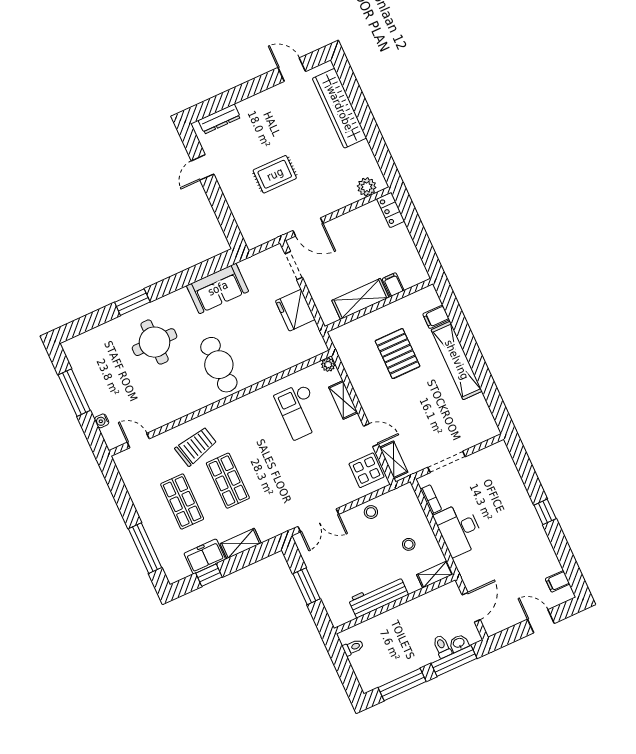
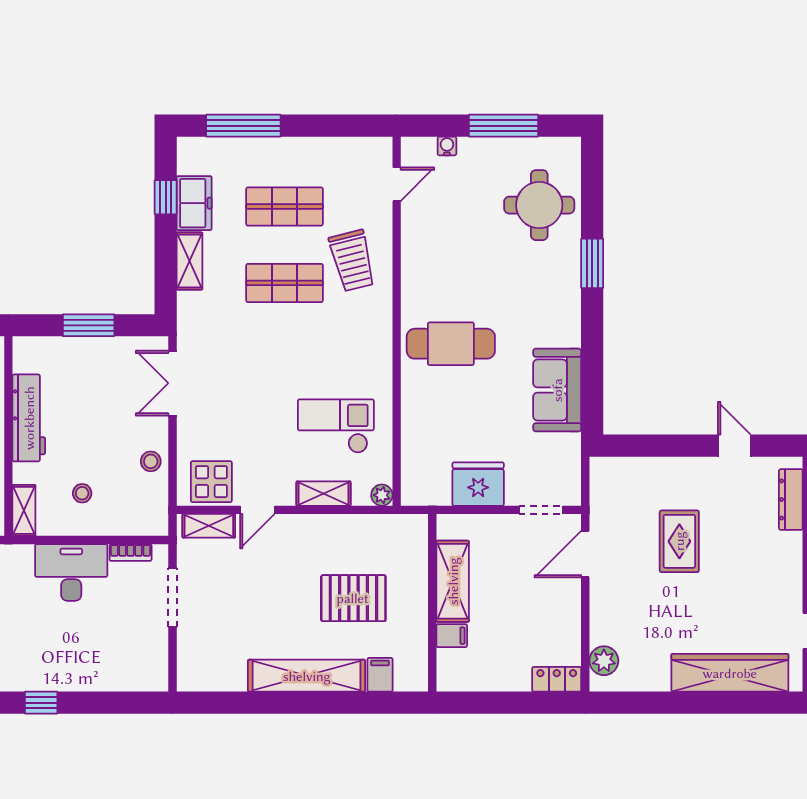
round table: (155, 342) -> (539, 205), moved

